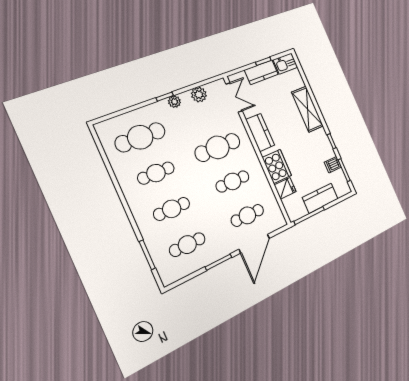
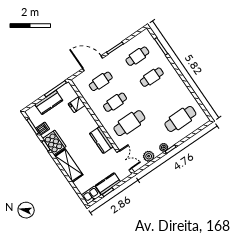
double door: (234, 97) -> (124, 160), swing flipped
cooker: (277, 166) -> (54, 142), moved, turned 180
cafe table: (156, 173) -> (166, 98), removed
door: (254, 244) -> (93, 63), hinge flipped

